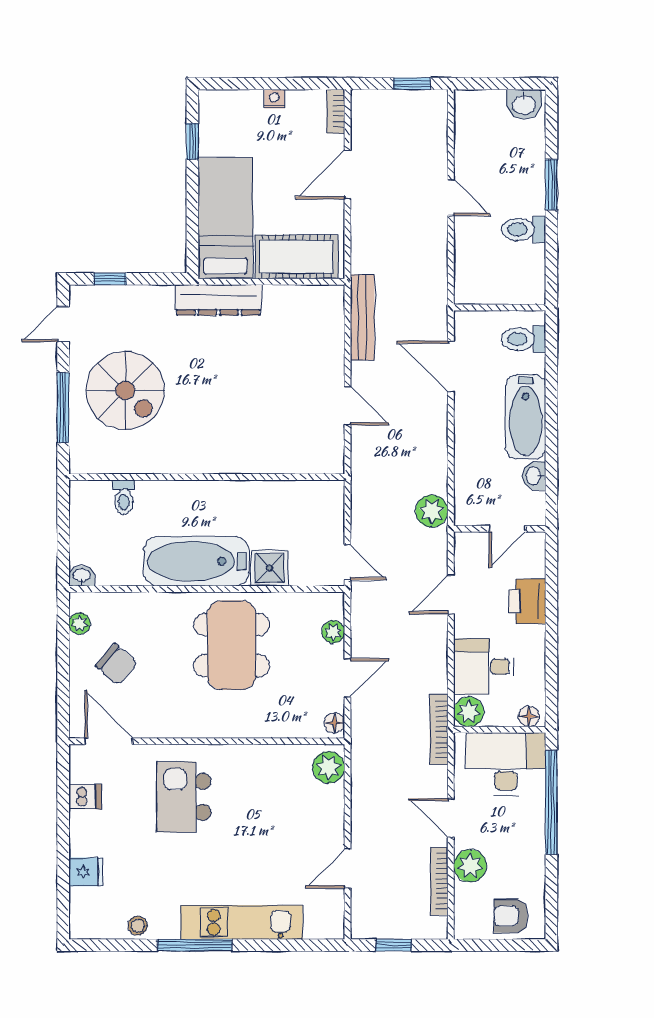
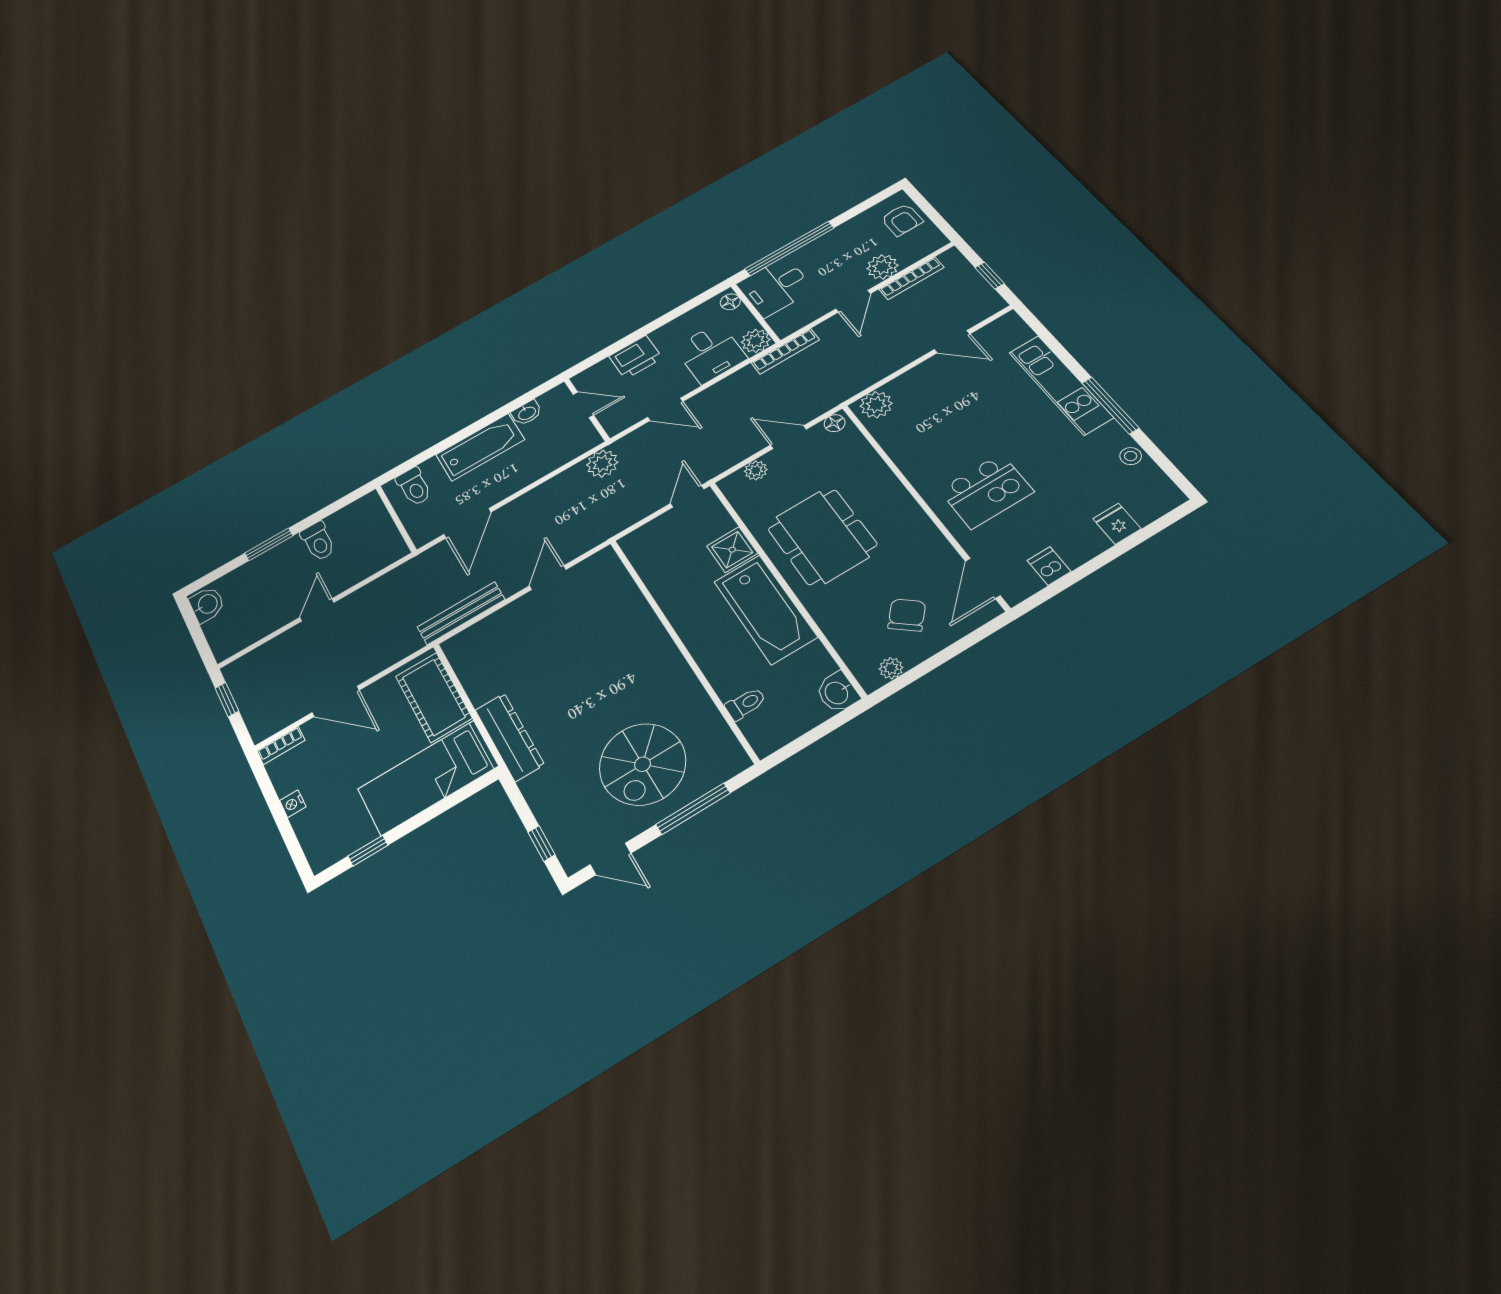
spiral stairs: (125, 390) -> (643, 764), turned 180
washbasin: (82, 576) -> (837, 692), width x1.38, depth x1.45
dining table: (232, 645) -> (822, 537), turned 90
desk: (506, 764) -> (775, 287), width x0.73

